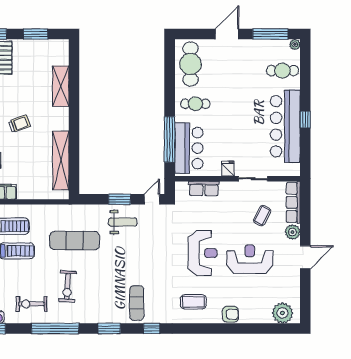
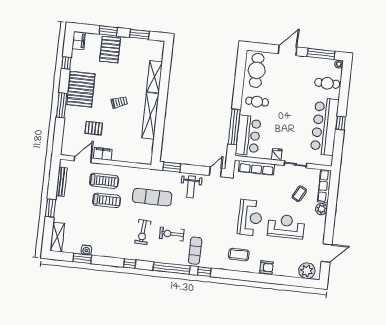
shelving: (61, 161) -> (150, 116), moved
row of seats: (204, 189) -> (257, 168), width x1.48
window: (119, 199) -> (172, 167), moved
weight bench: (123, 222) -> (191, 187), turned 90
door: (305, 257) -> (327, 253), moved
exercise bike: (32, 304) -> (172, 234), moved
window: (55, 328) -> (130, 264), width x0.32
window: (109, 328) -> (172, 268), width x2.11

